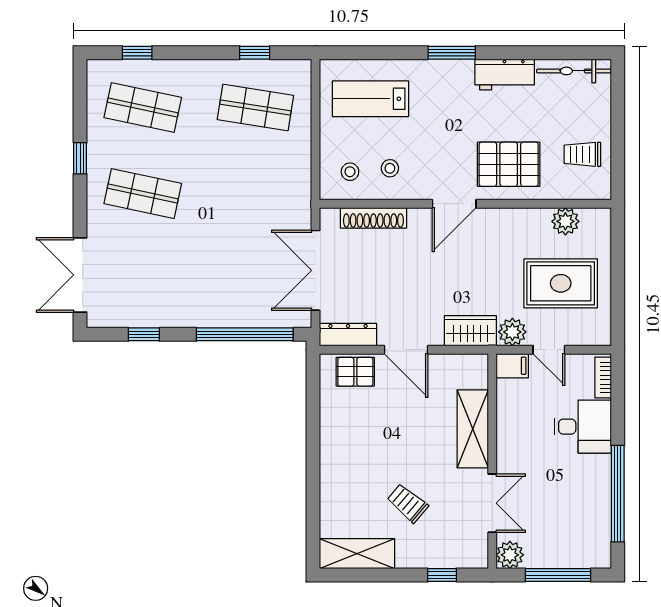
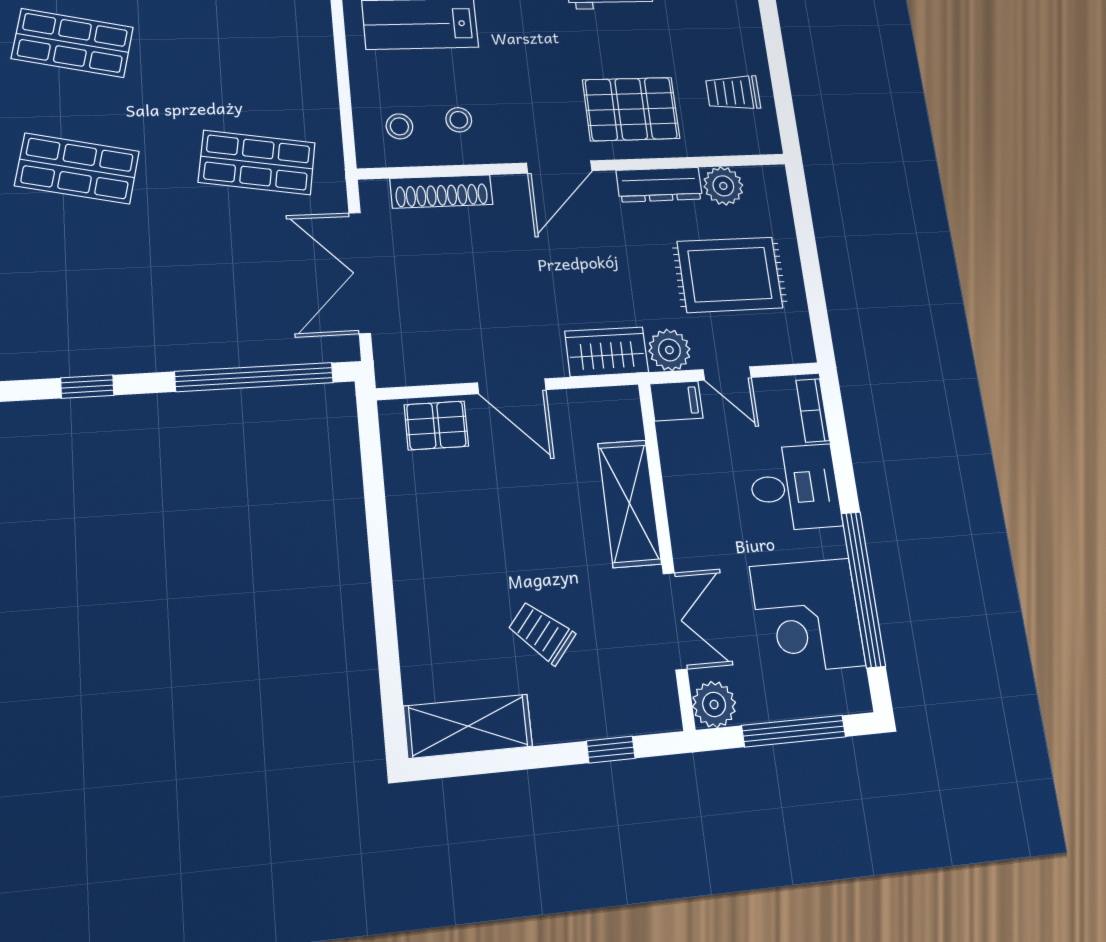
shop shelf: (255, 107) -> (257, 162), moved
dresser: (348, 335) -> (659, 185), moved, turned 180
corner desk: (578, 507) -> (807, 616), added

